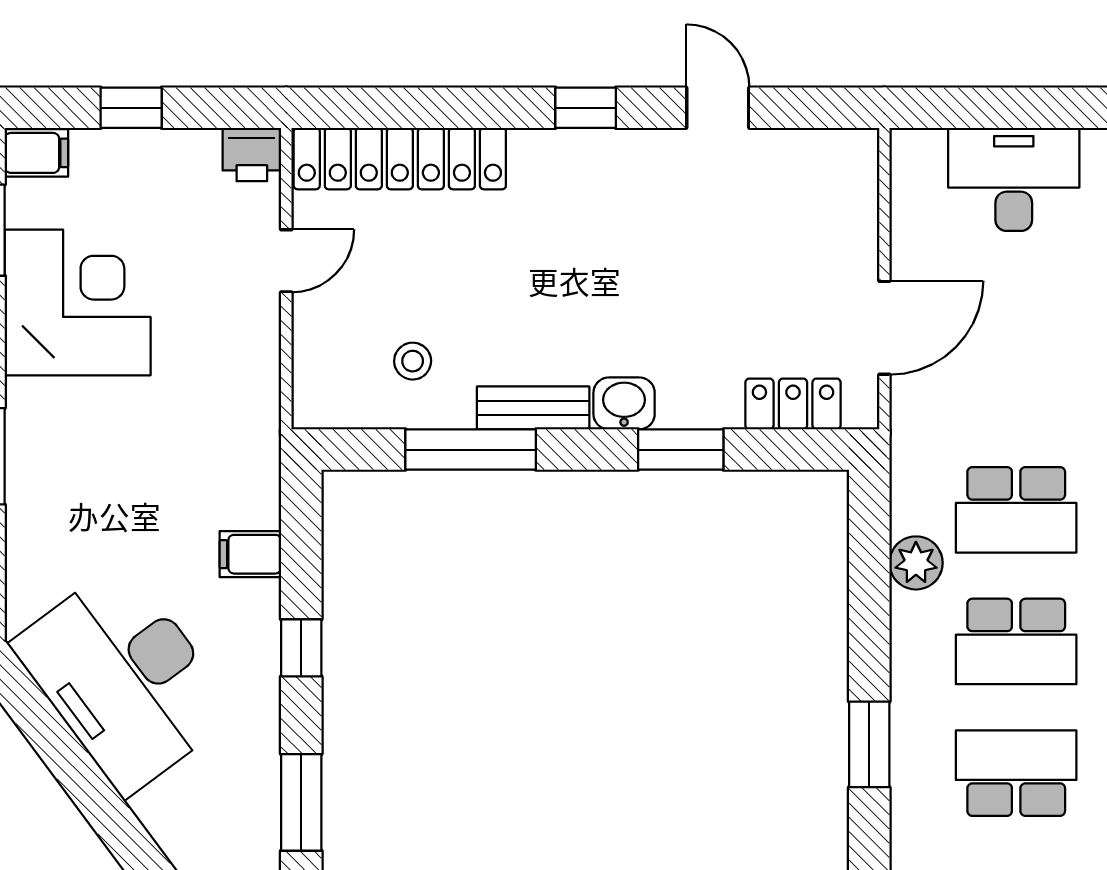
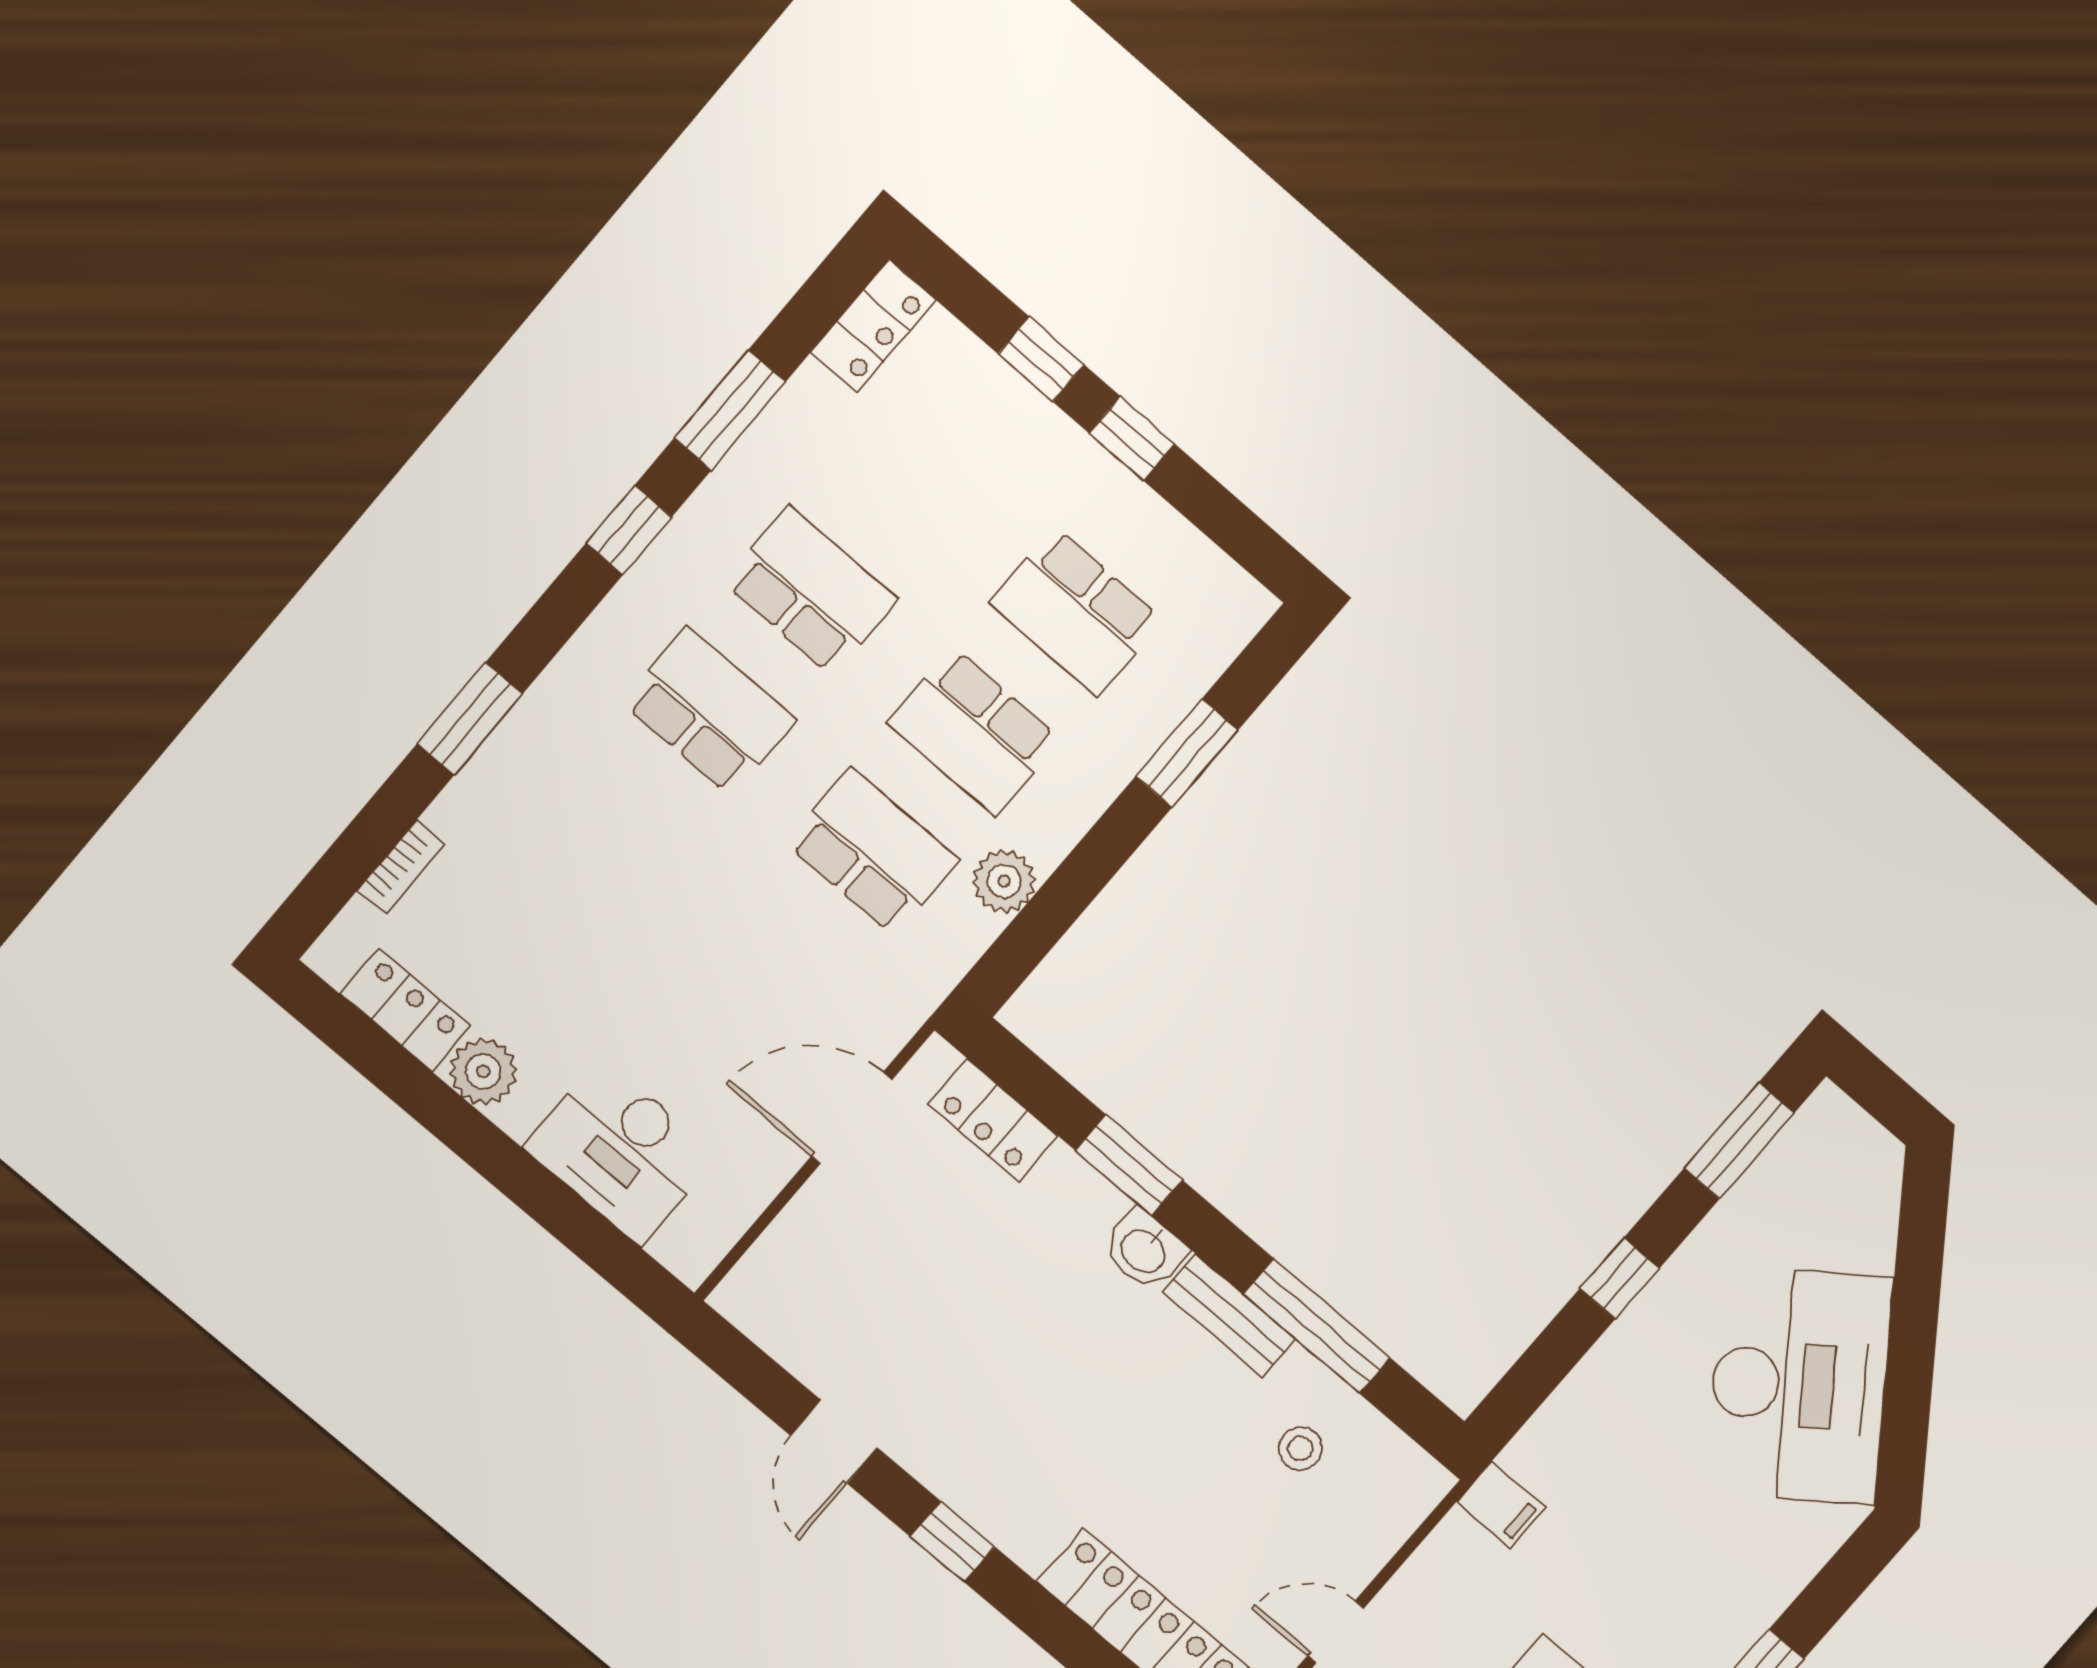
filing cabinet: (250, 554) -> (1501, 1505), moved
school desk: (1016, 641) -> (974, 732), turned 180

